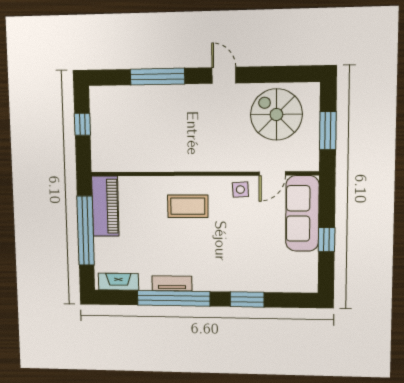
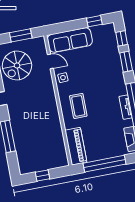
piano: (105, 206) -> (76, 146), moved, turned 90
window: (327, 239) -> (94, 21), moved
window: (288, 300) -> (122, 38), added

